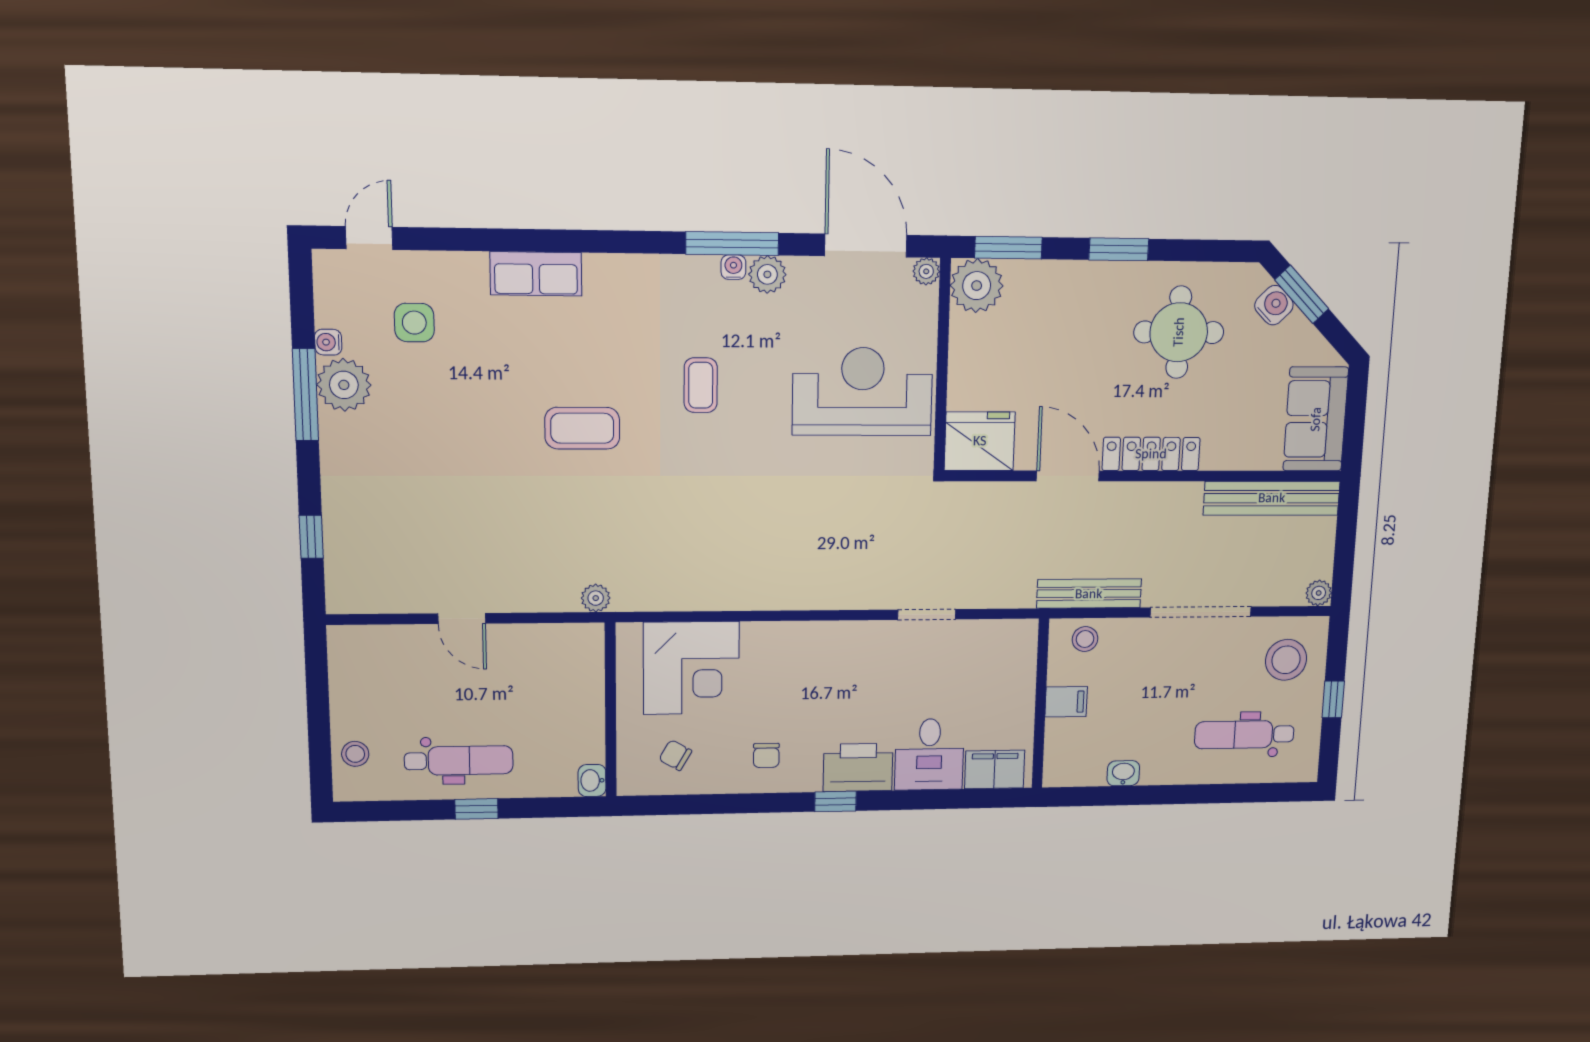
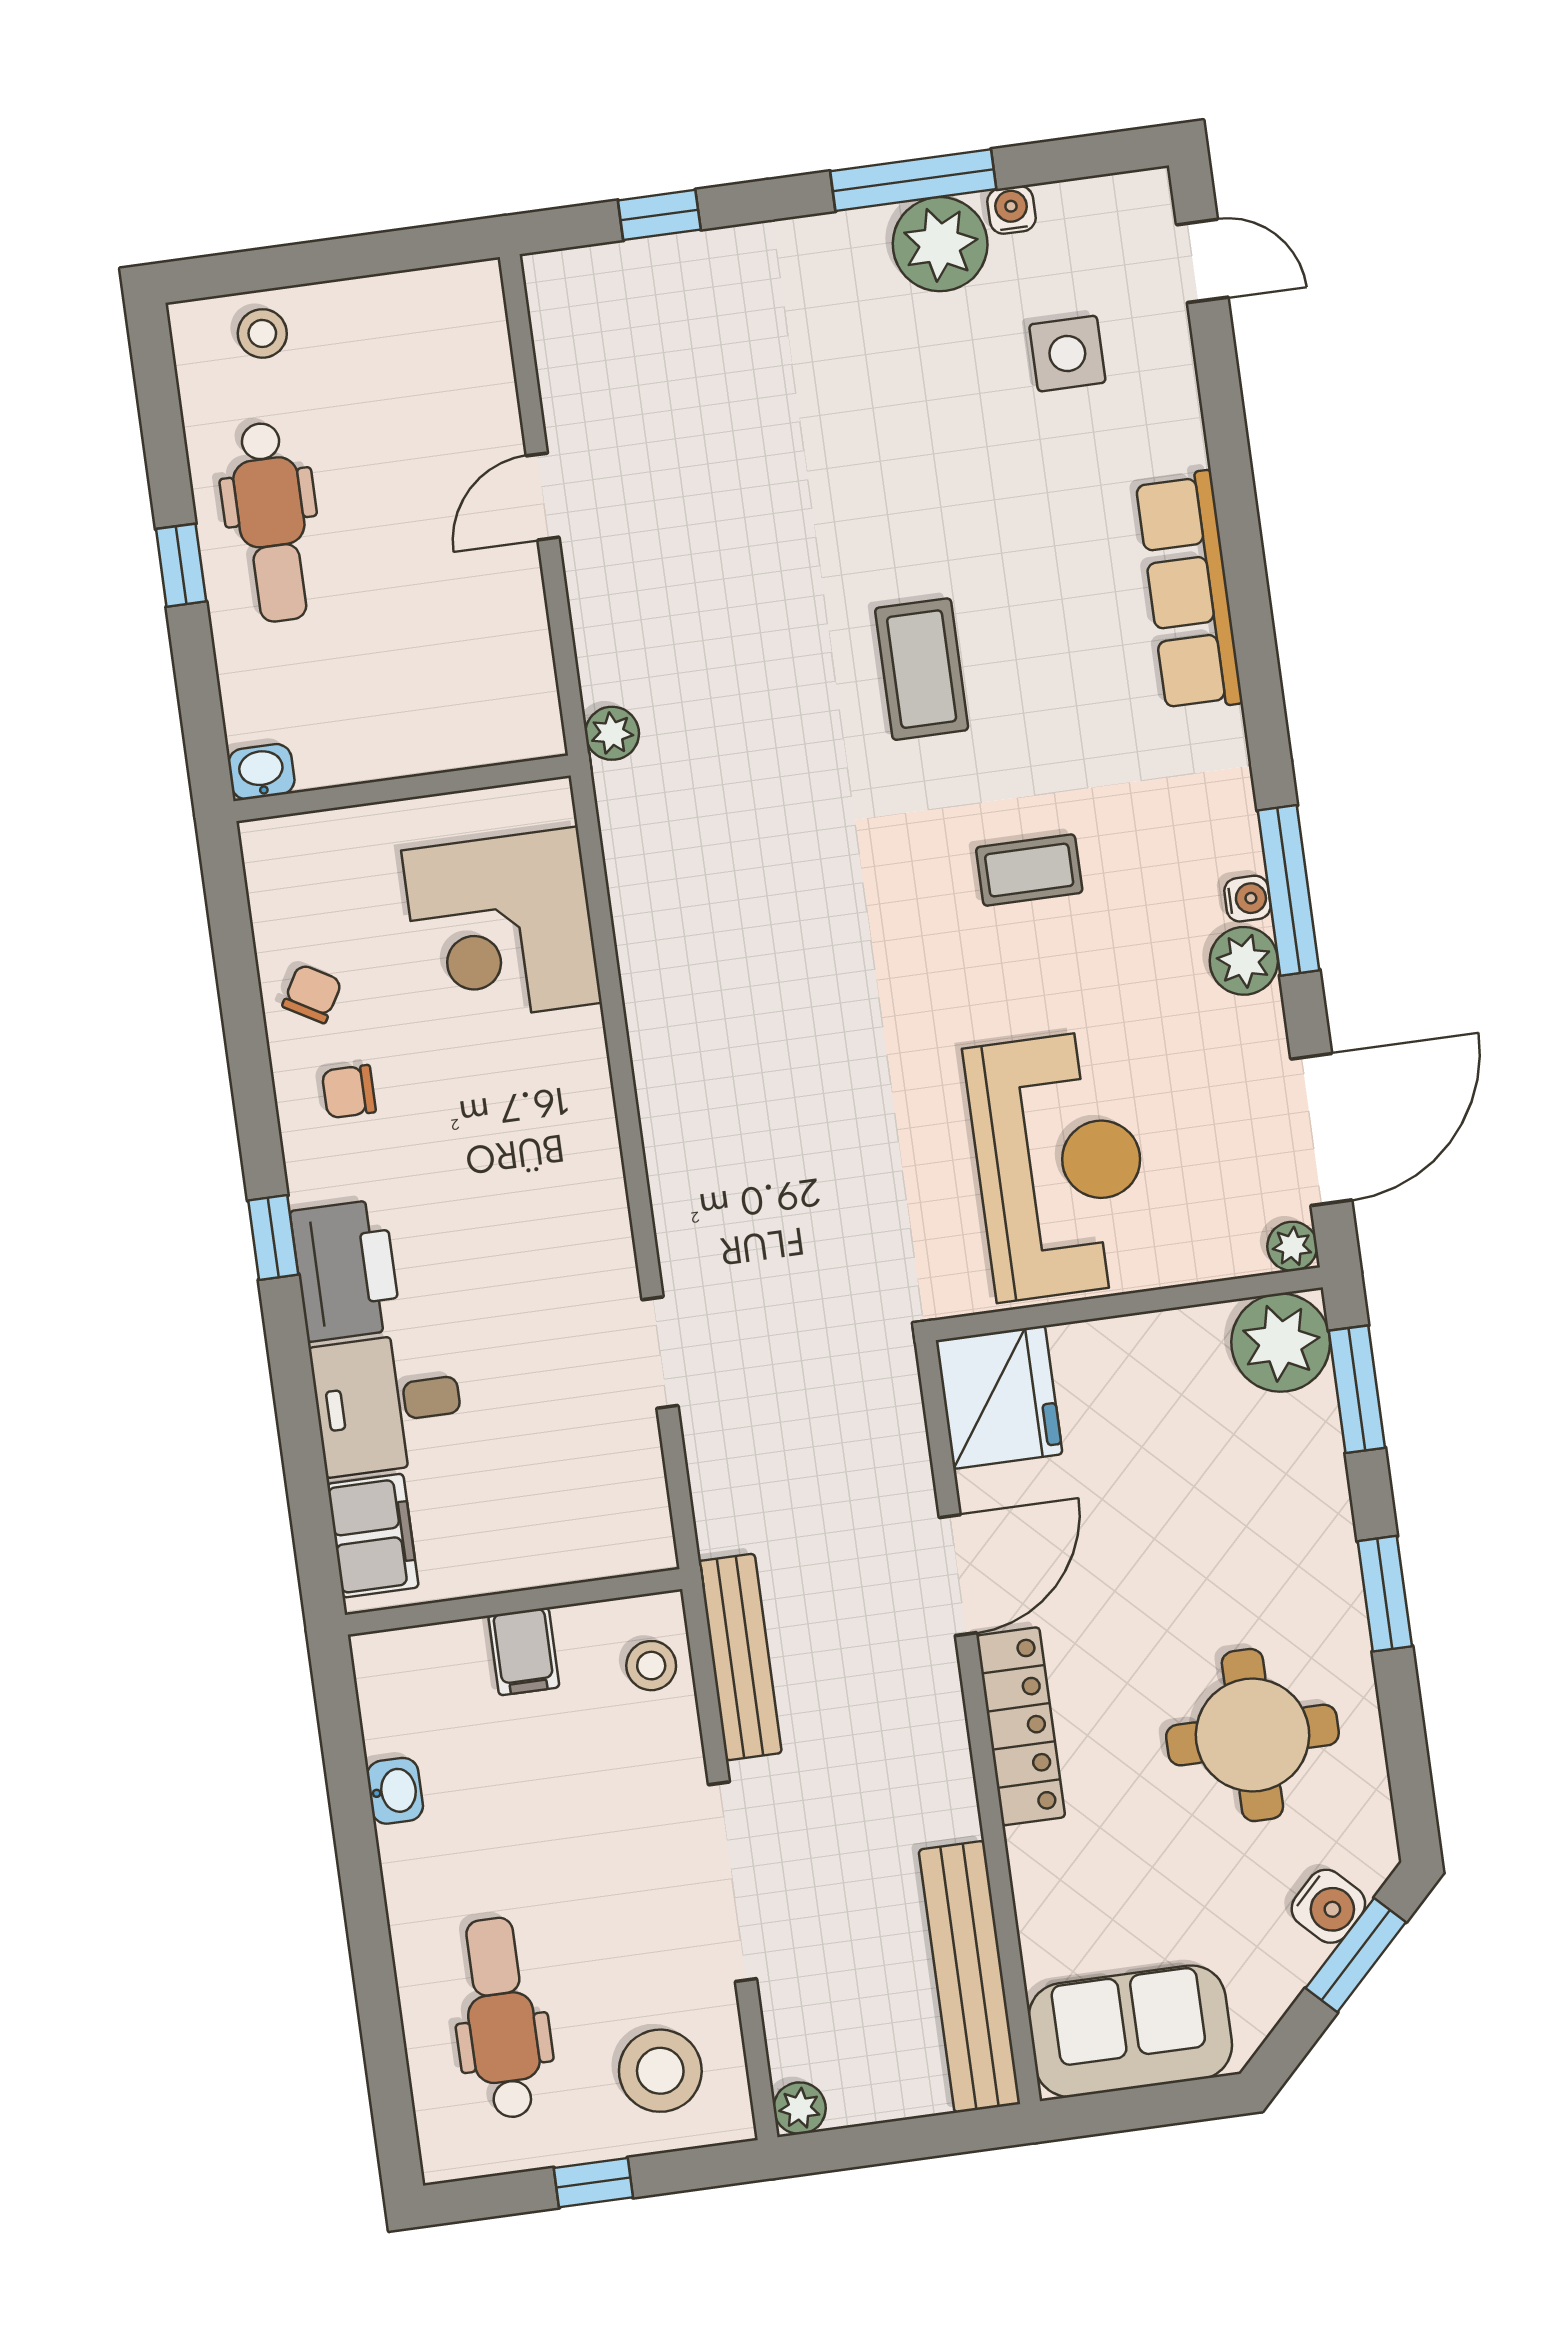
row of seats: (536, 274) -> (1189, 591), width x1.48
chair: (675, 755) -> (312, 994), moved

